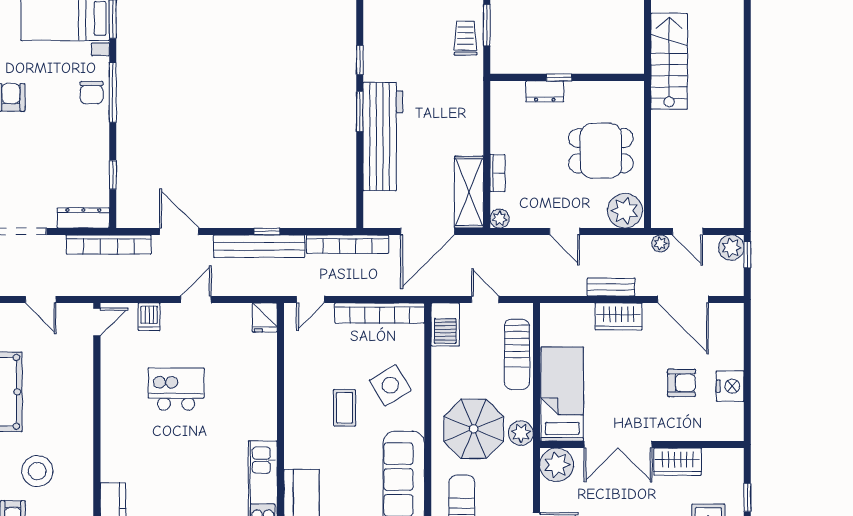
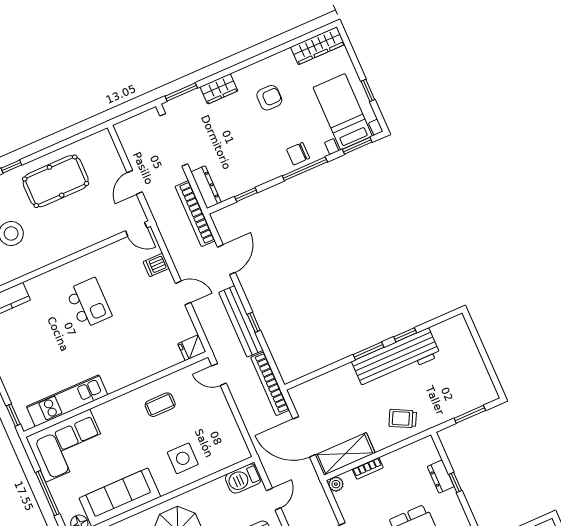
trolley: (465, 38) -> (403, 419), moved, turned -153
workbench: (383, 136) -> (396, 358), moved
bookcase: (380, 313) -> (231, 428), removed
side table: (390, 385) -> (183, 458), turned 31
kitchen island: (176, 389) -> (89, 303), moved
coffee table: (345, 408) -> (160, 405), moved

